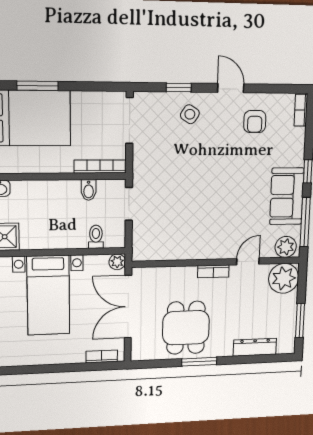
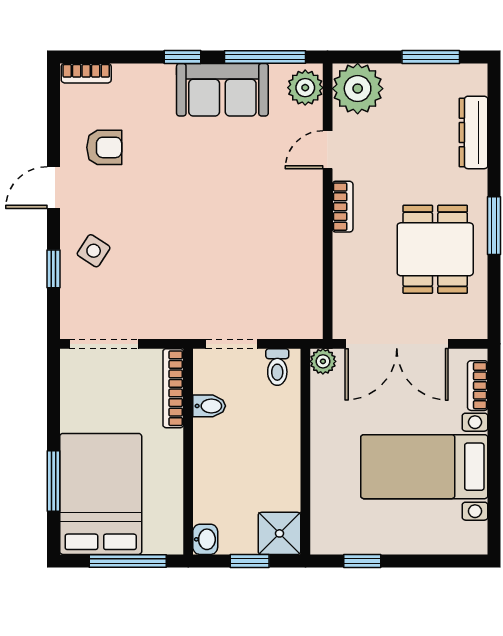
toilet: (96, 237) -> (277, 367), moved, turned -90
door: (248, 261) -> (328, 150), hinge flipped
bed with nightstands: (48, 295) -> (424, 467), moved, turned 180
dining table: (186, 328) -> (435, 249), turned 90

